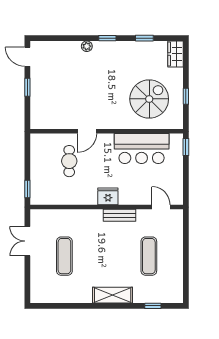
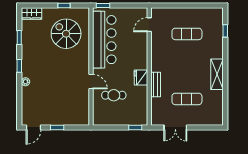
bar counter: (142, 149) -> (104, 40), width x1.36
fridge: (108, 196) -> (141, 78), moved
bench: (120, 215) -> (156, 84), moved
shelving: (113, 295) -> (217, 74), moved

